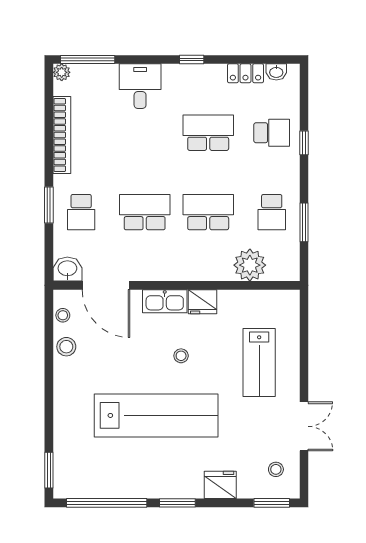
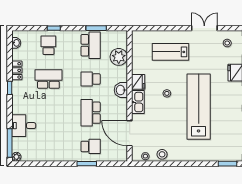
locker: (245, 73) -> (17, 70), moved
desk: (140, 86) -> (24, 126), moved
school desk: (208, 133) -> (48, 79), turned 90
bookcase: (62, 135) -> (50, 157), removed
school desk: (208, 212) -> (91, 79), width x0.54
school desk: (272, 212) -> (91, 45), width x1.85
washbasin: (67, 269) -> (121, 90), moved
door: (106, 285) -> (130, 133), swing flipped
lab bench: (259, 362) -> (170, 52), turned 180

